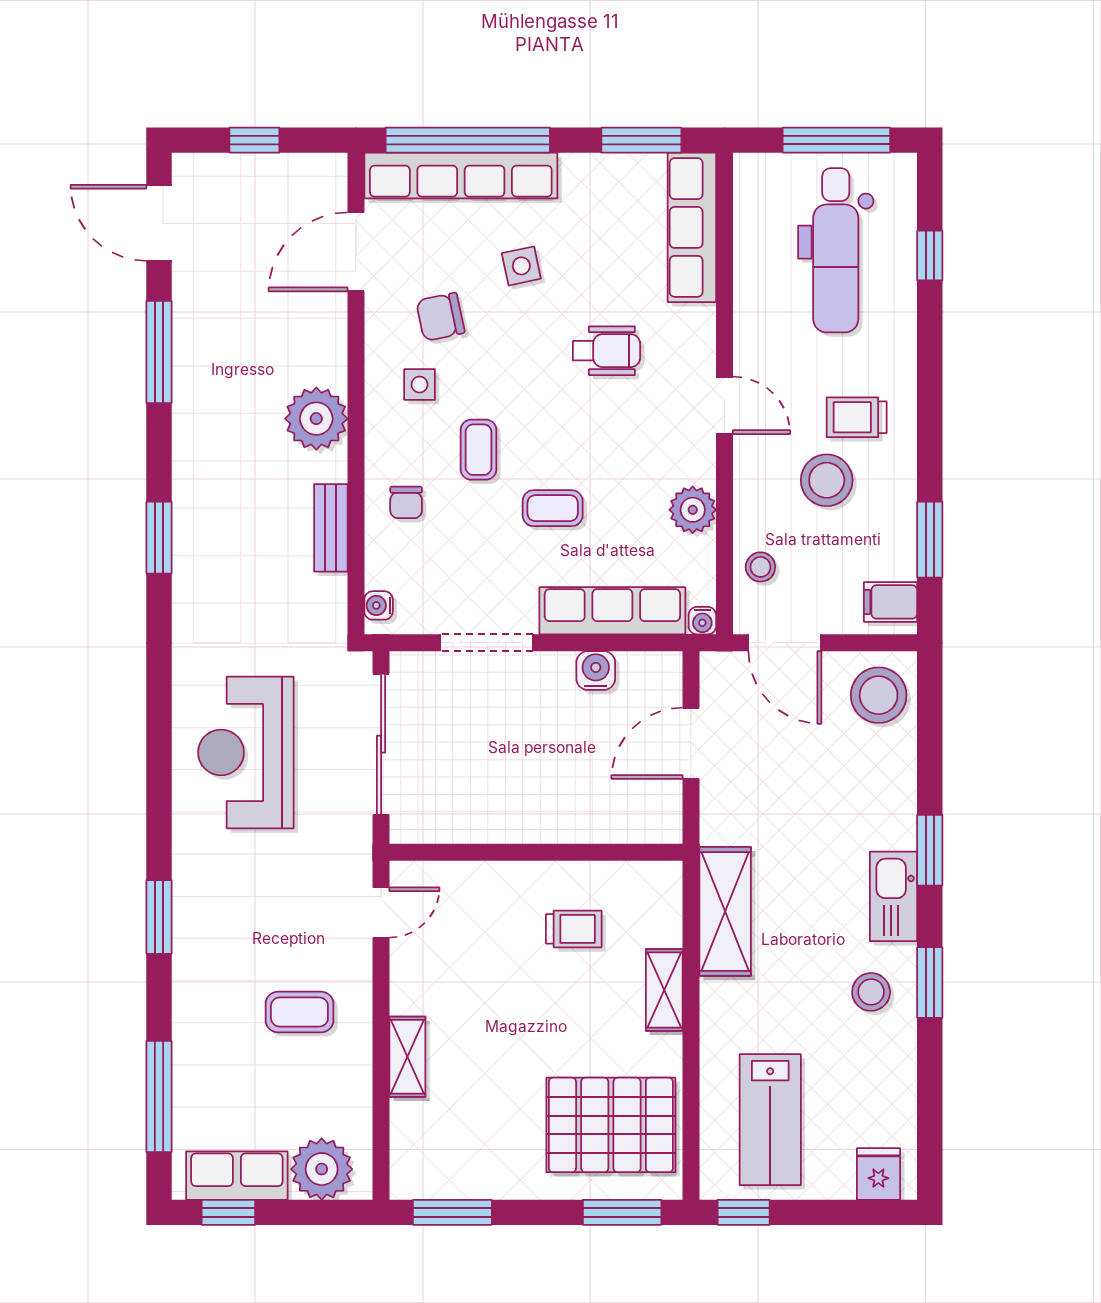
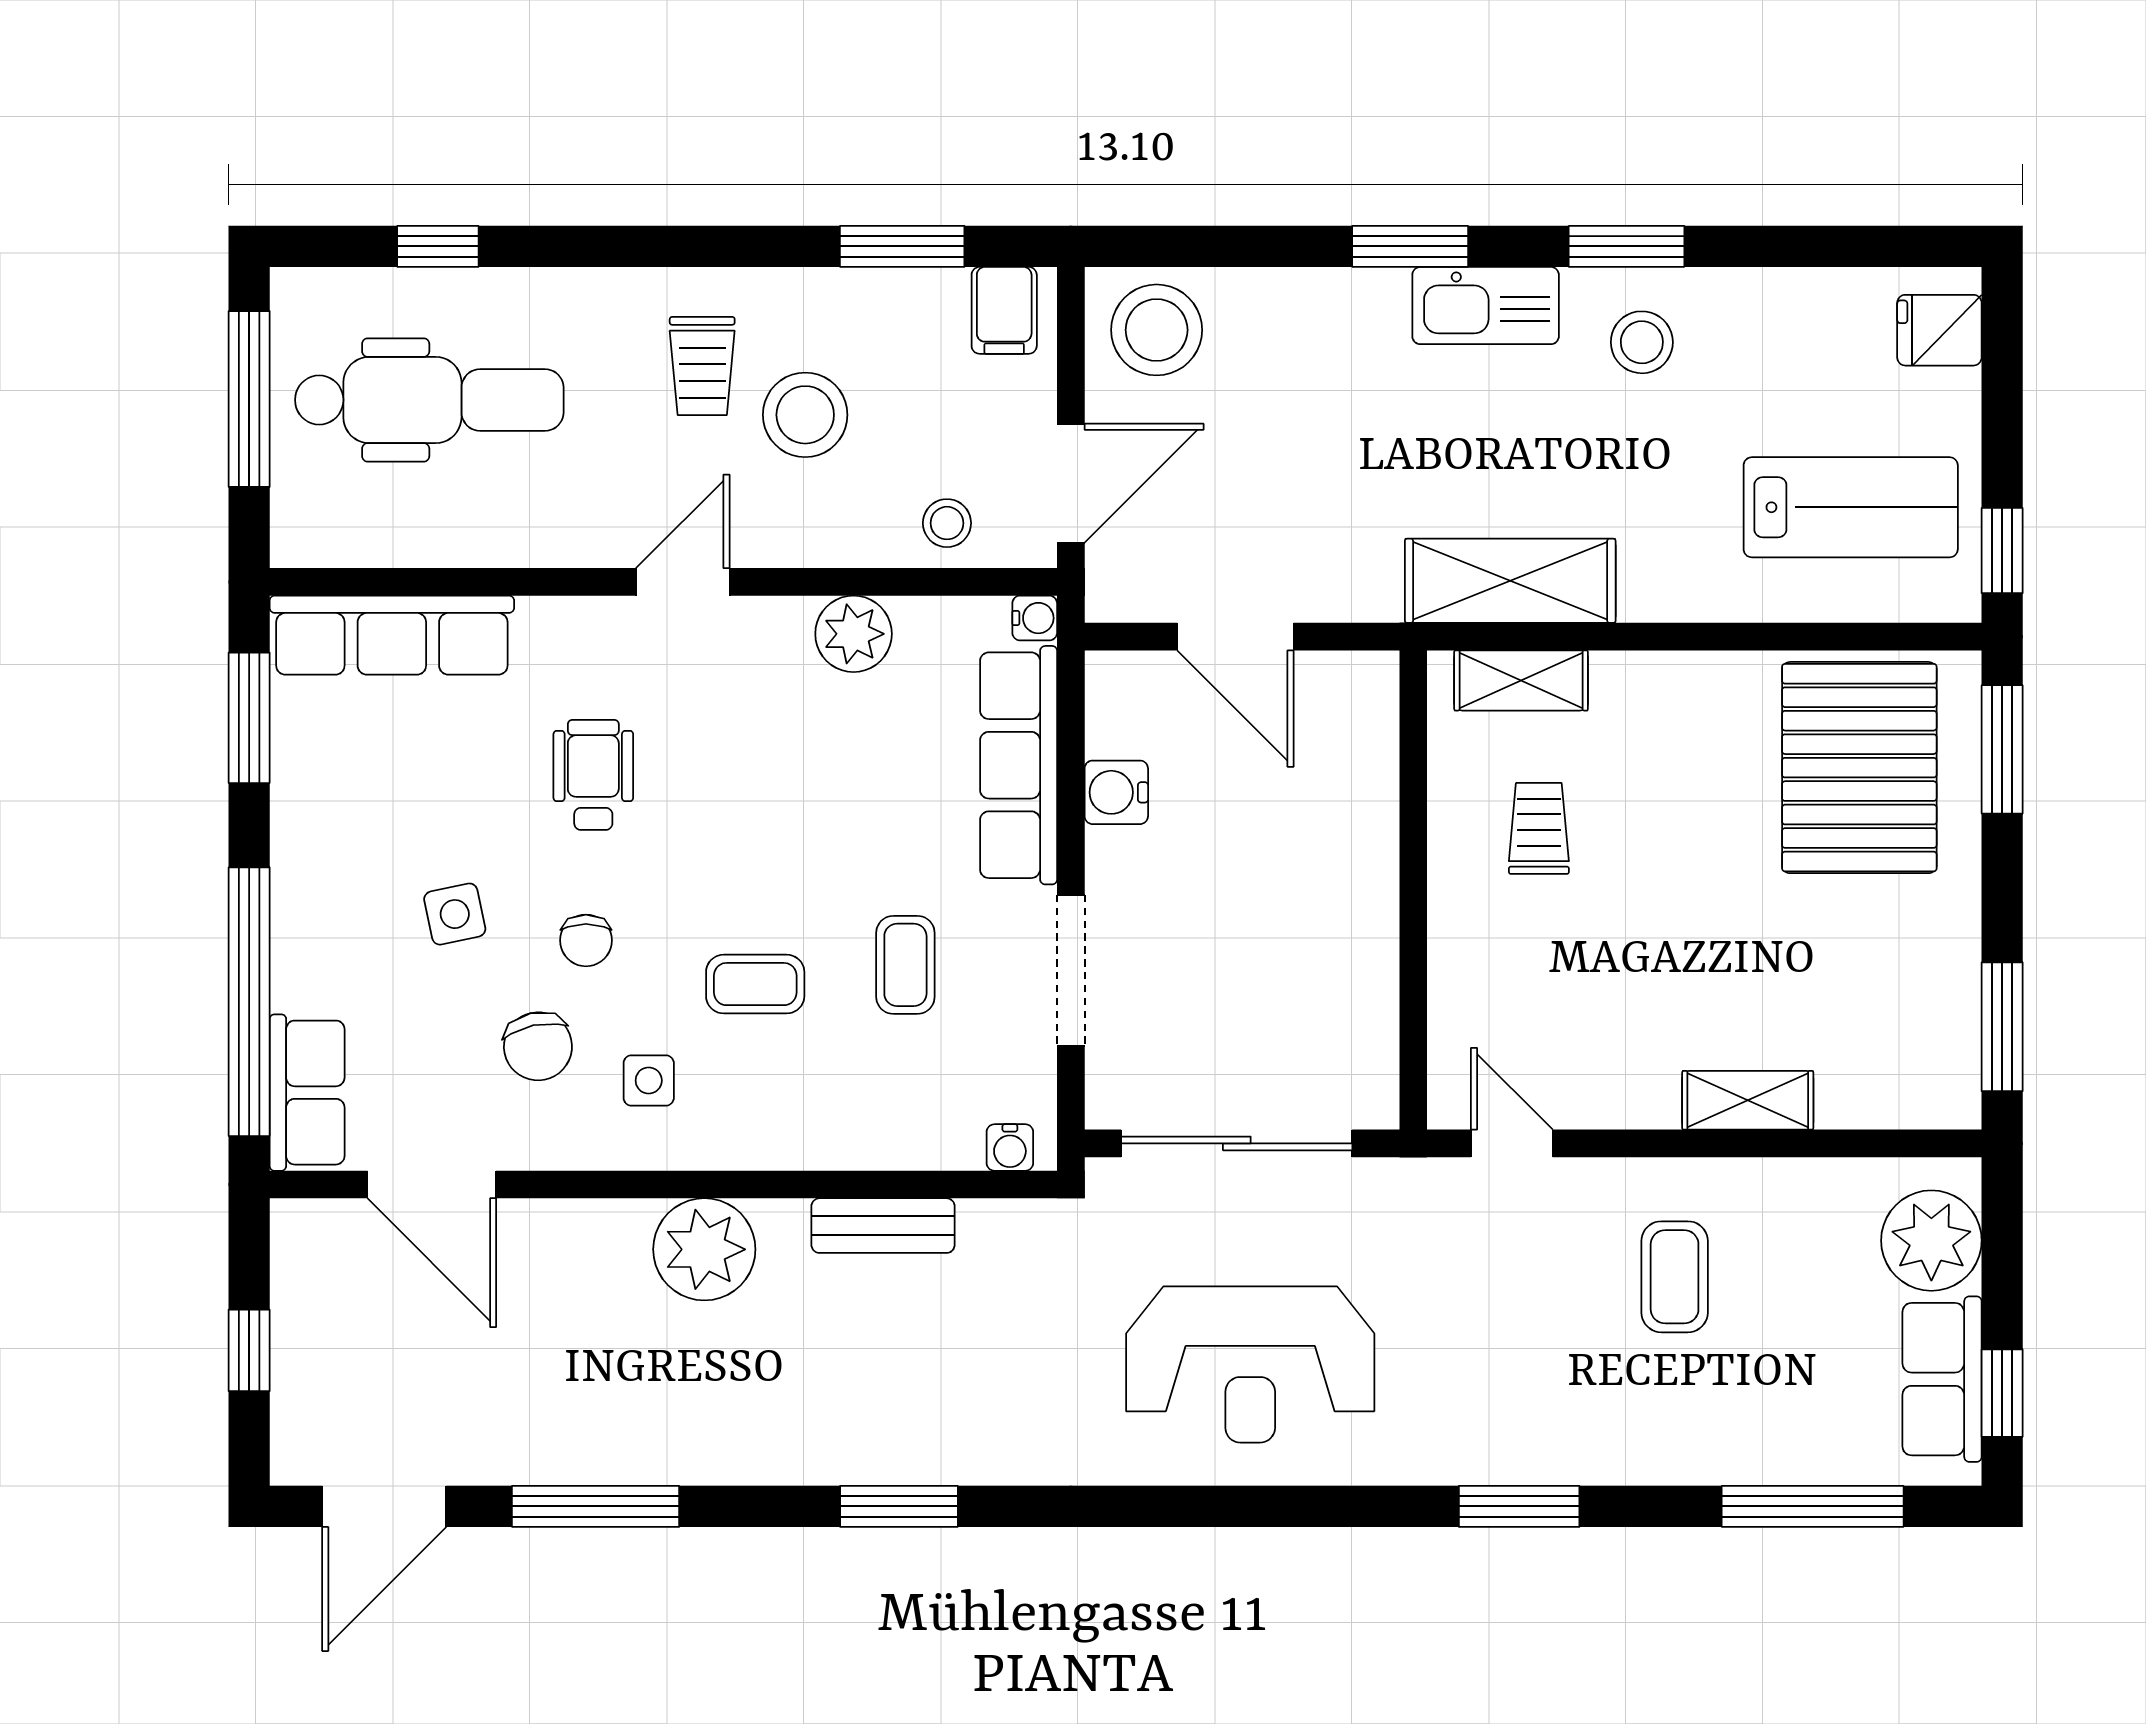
row of seats: (461, 176) -> (307, 1093), width x0.50
chair: (406, 502) -> (586, 940), moved, turned 90
coffee table: (553, 508) -> (905, 965), moved
shelving: (664, 990) -> (1521, 680), moved

